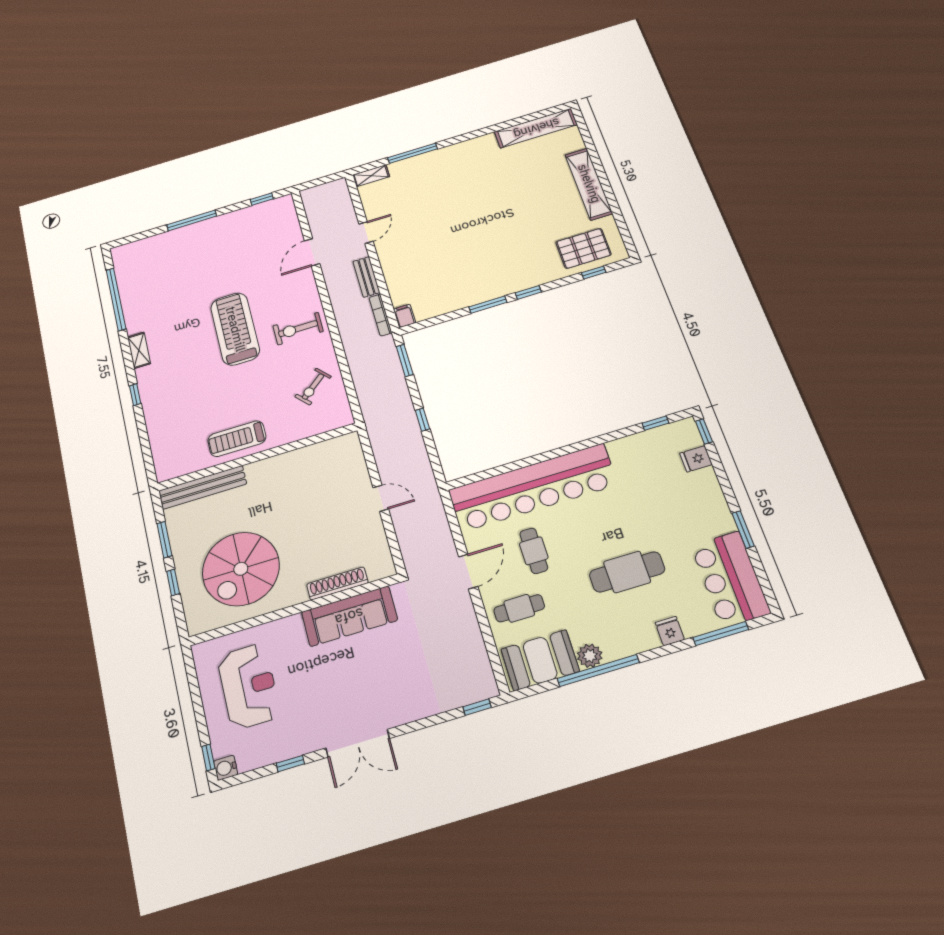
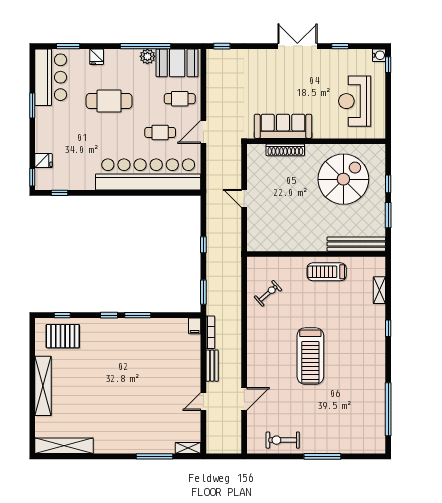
window: (262, 199) -> (269, 456), removed
exercise bike: (298, 329) -> (283, 440), moved, turned 180
shelving: (139, 350) -> (379, 290), moved
treadmill: (237, 439) -> (327, 272), turned 180
cafe table: (534, 551) -> (160, 132), turned 90
window: (721, 634) -> (68, 46), width x0.69

